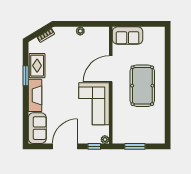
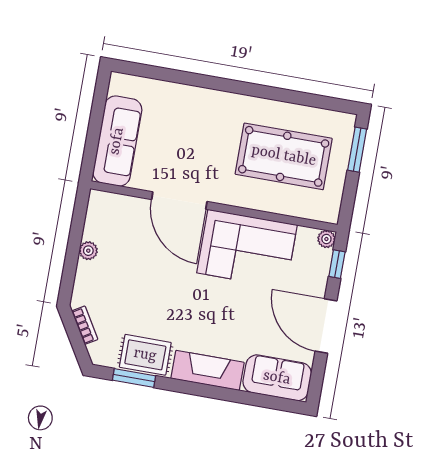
sofa: (128, 35) -> (117, 141), width x1.36
window: (26, 76) -> (134, 378), moved
pool table: (142, 86) -> (284, 156), moved
window: (135, 146) -> (357, 150), moved

